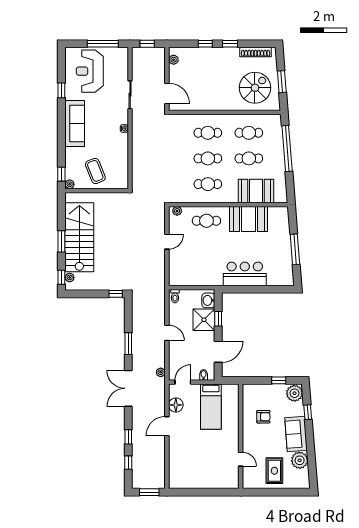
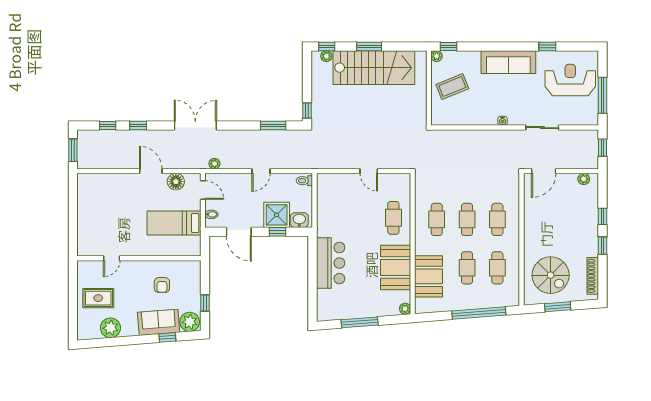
plant: (177, 211) -> (405, 309), moved
window: (128, 344) -> (273, 125), moved
sofa: (296, 434) -> (159, 322), moved

